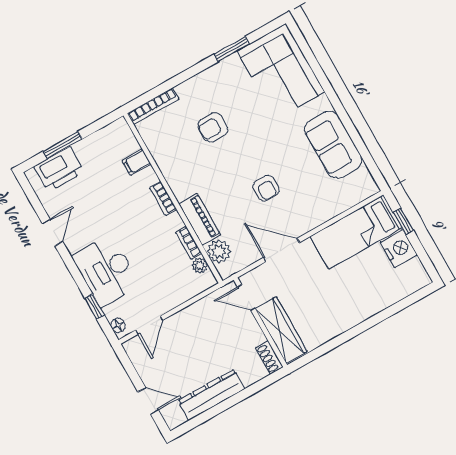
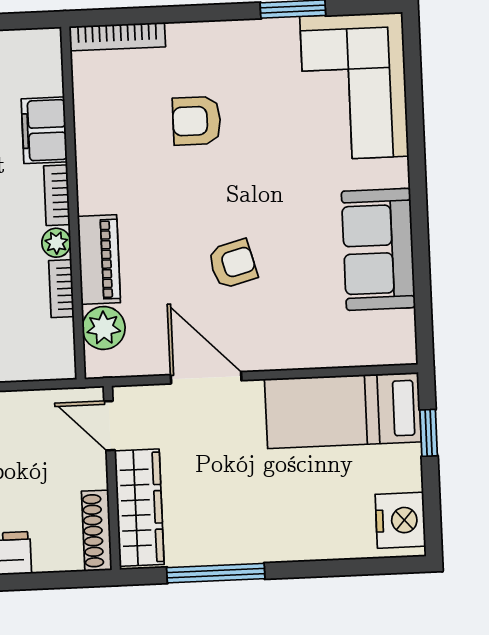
filing cabinet: (136, 162) -> (44, 130), width x2.00
armchair: (266, 188) -> (233, 264), turned -105
nightstand: (399, 249) -> (400, 520), moved
plant: (200, 266) -> (56, 243), moved
window: (335, 343) -> (216, 573), added
shoe rack: (269, 358) -> (97, 531), width x1.43

